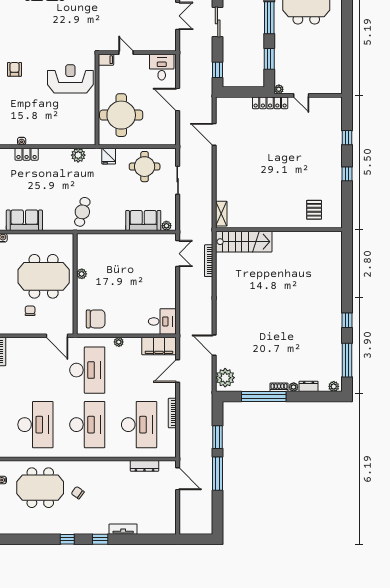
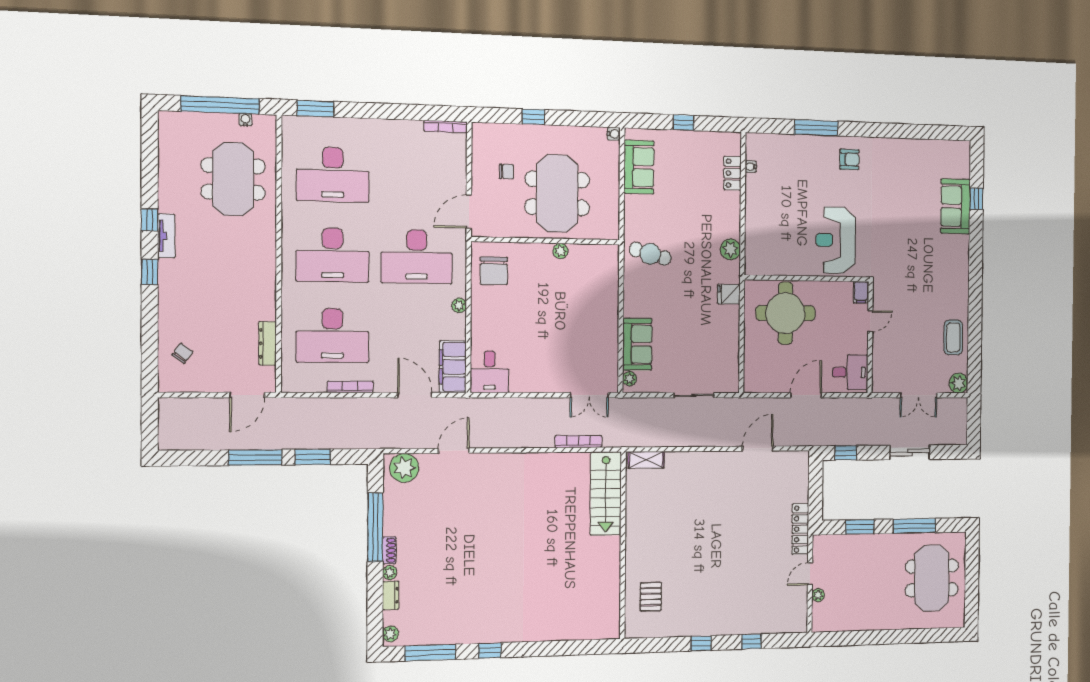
reception desk: (70, 79) -> (836, 240), turned 180
plant: (279, 89) -> (818, 595), moved
round table: (145, 167) -> (714, 347), removed
pallet: (314, 210) -> (651, 597), turned 90
chair: (78, 493) -> (182, 353), moved
tv unit: (123, 529) -> (166, 236), moved

